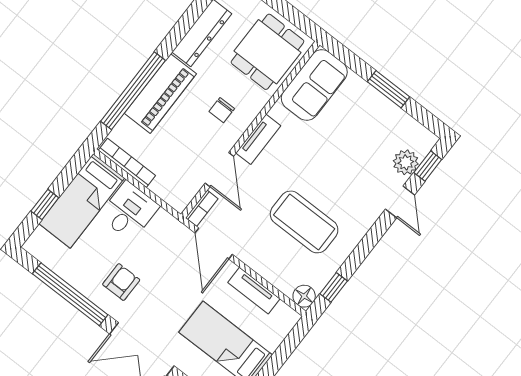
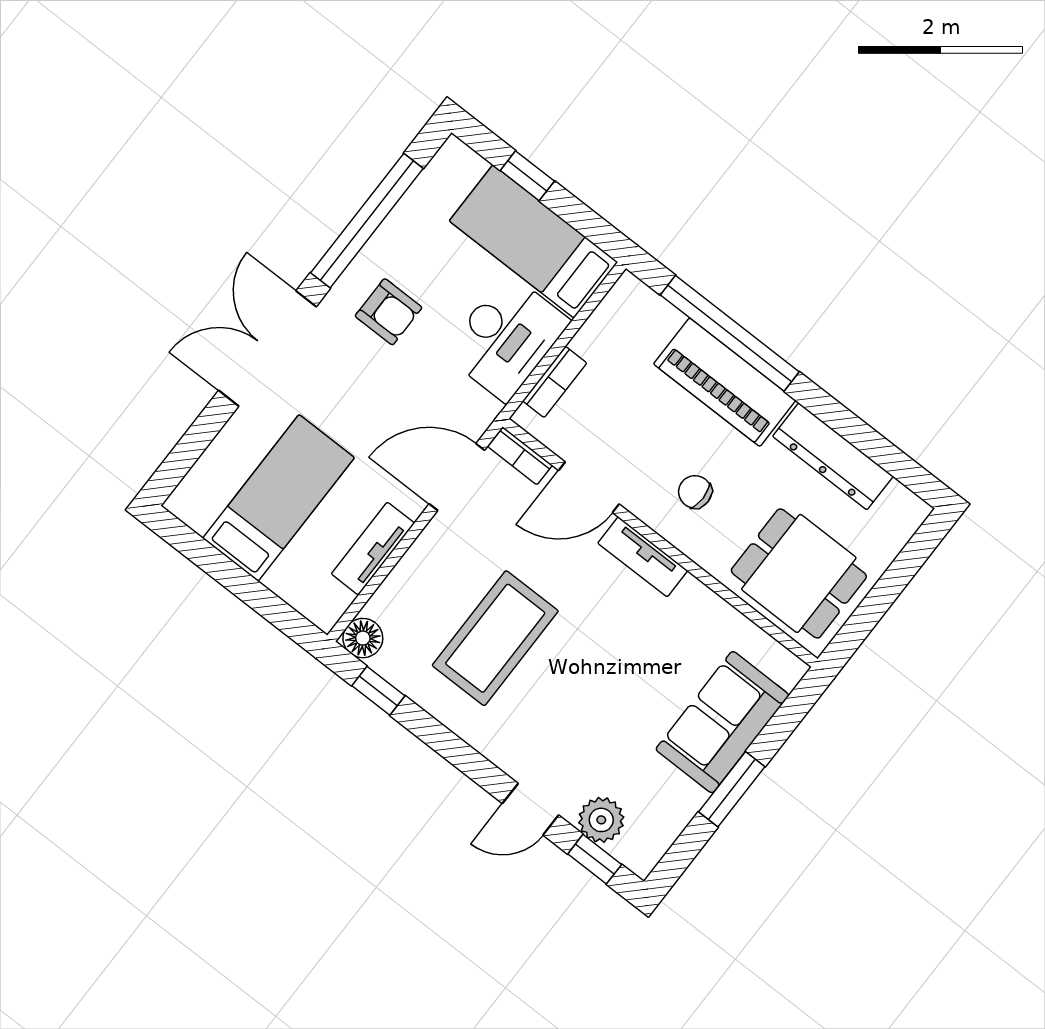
sofa: (314, 85) -> (722, 722), moved, turned 90
bookcase: (127, 163) -> (555, 382), moved, width x0.64
desk: (129, 211) -> (506, 337), width x1.37

